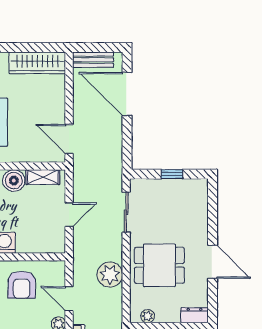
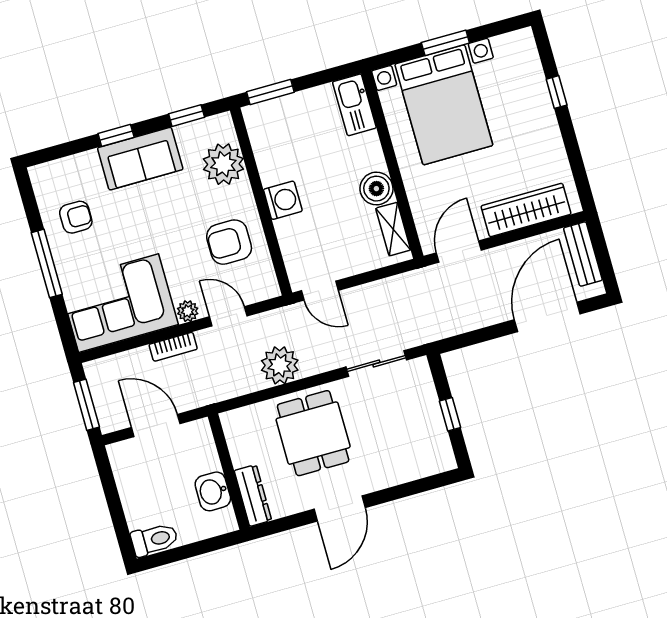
wardrobe: (37, 63) -> (526, 210), moved, turned 90
door: (69, 215) -> (320, 291), moved
door: (69, 299) -> (228, 316), hinge flipped
dresser: (195, 315) -> (253, 496), width x1.44
plant: (148, 316) -> (235, 437), removed

